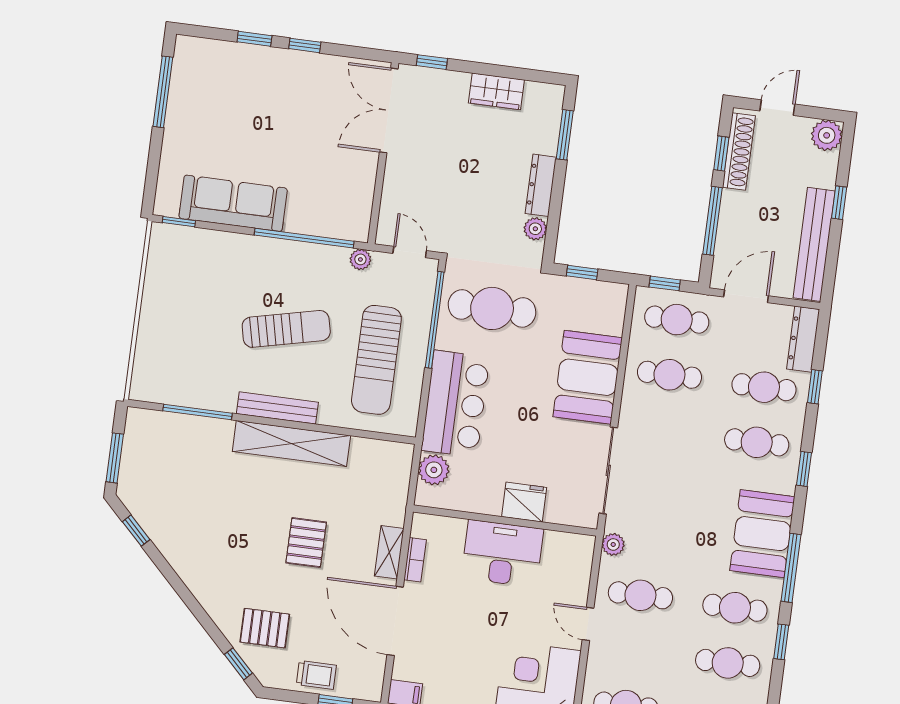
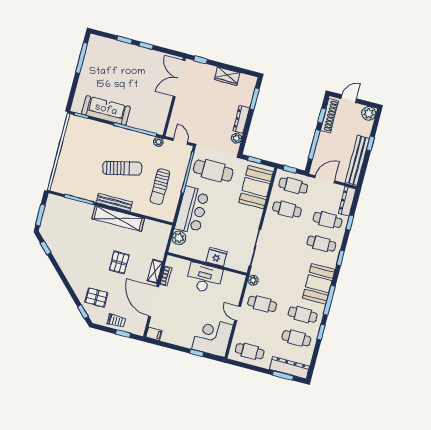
sun lounger: (376, 360) -> (160, 187), width x0.73, depth x0.75
booth: (588, 377) -> (256, 187), moved

